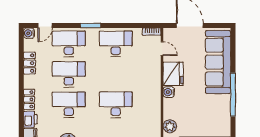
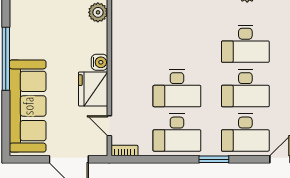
desk: (116, 105) -> (177, 88), moved

